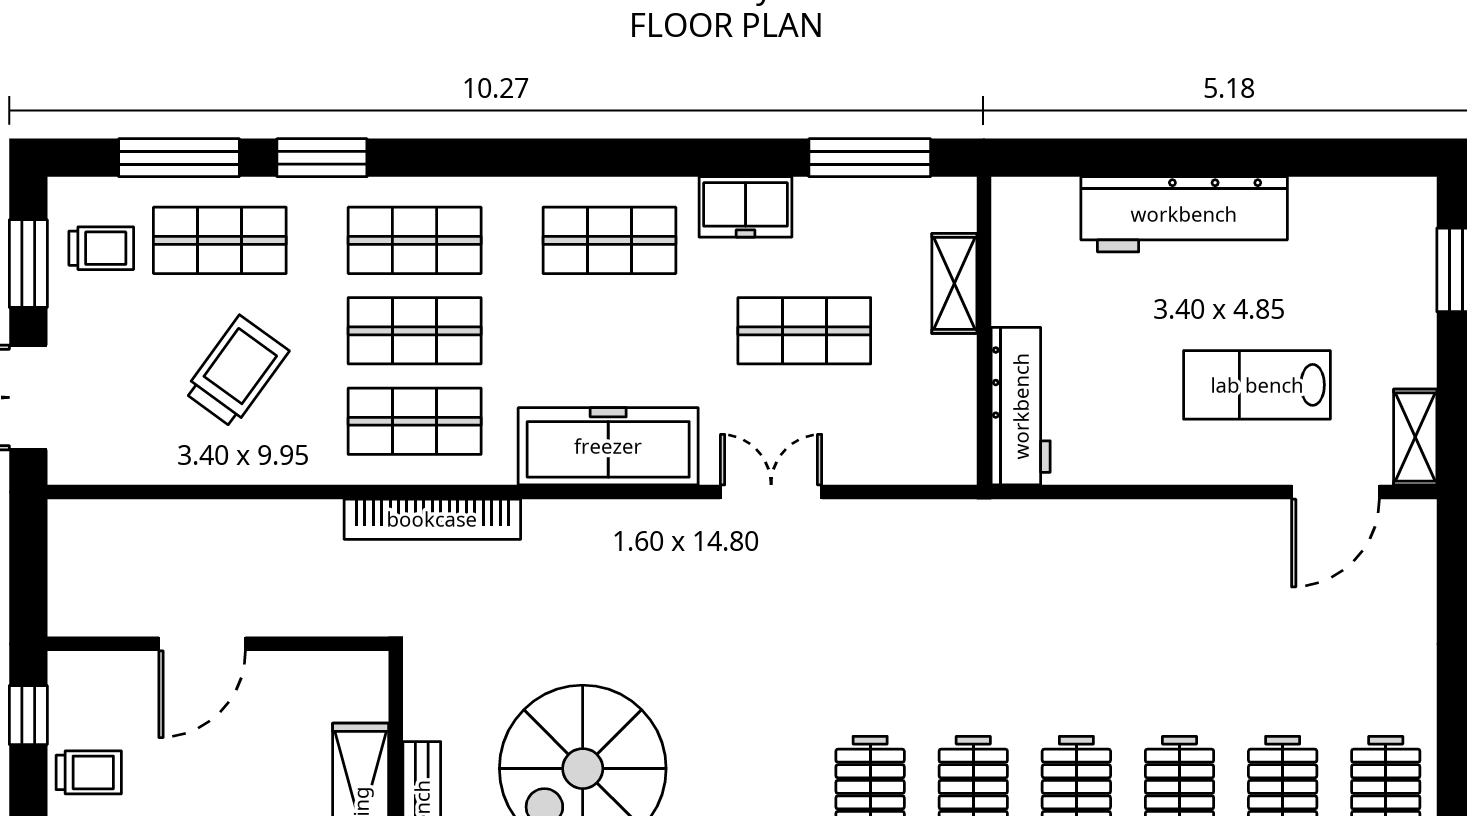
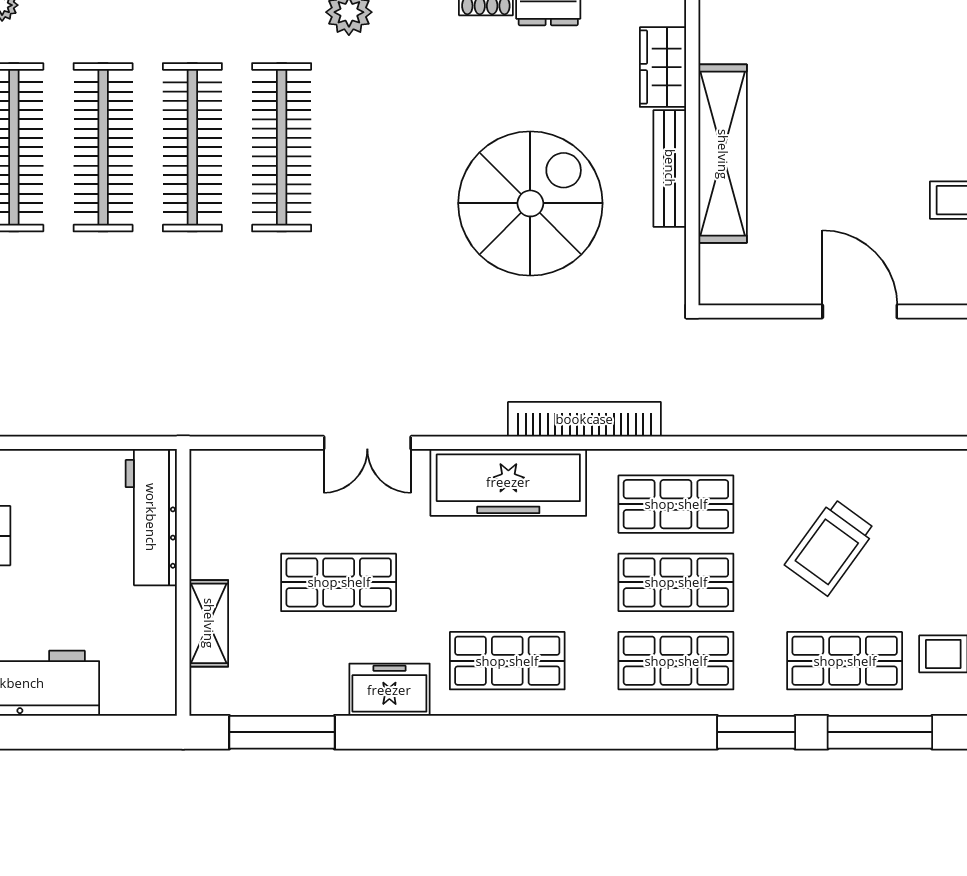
bookcase: (432, 519) -> (584, 419), moved
door: (202, 644) -> (860, 311), hinge flipped

